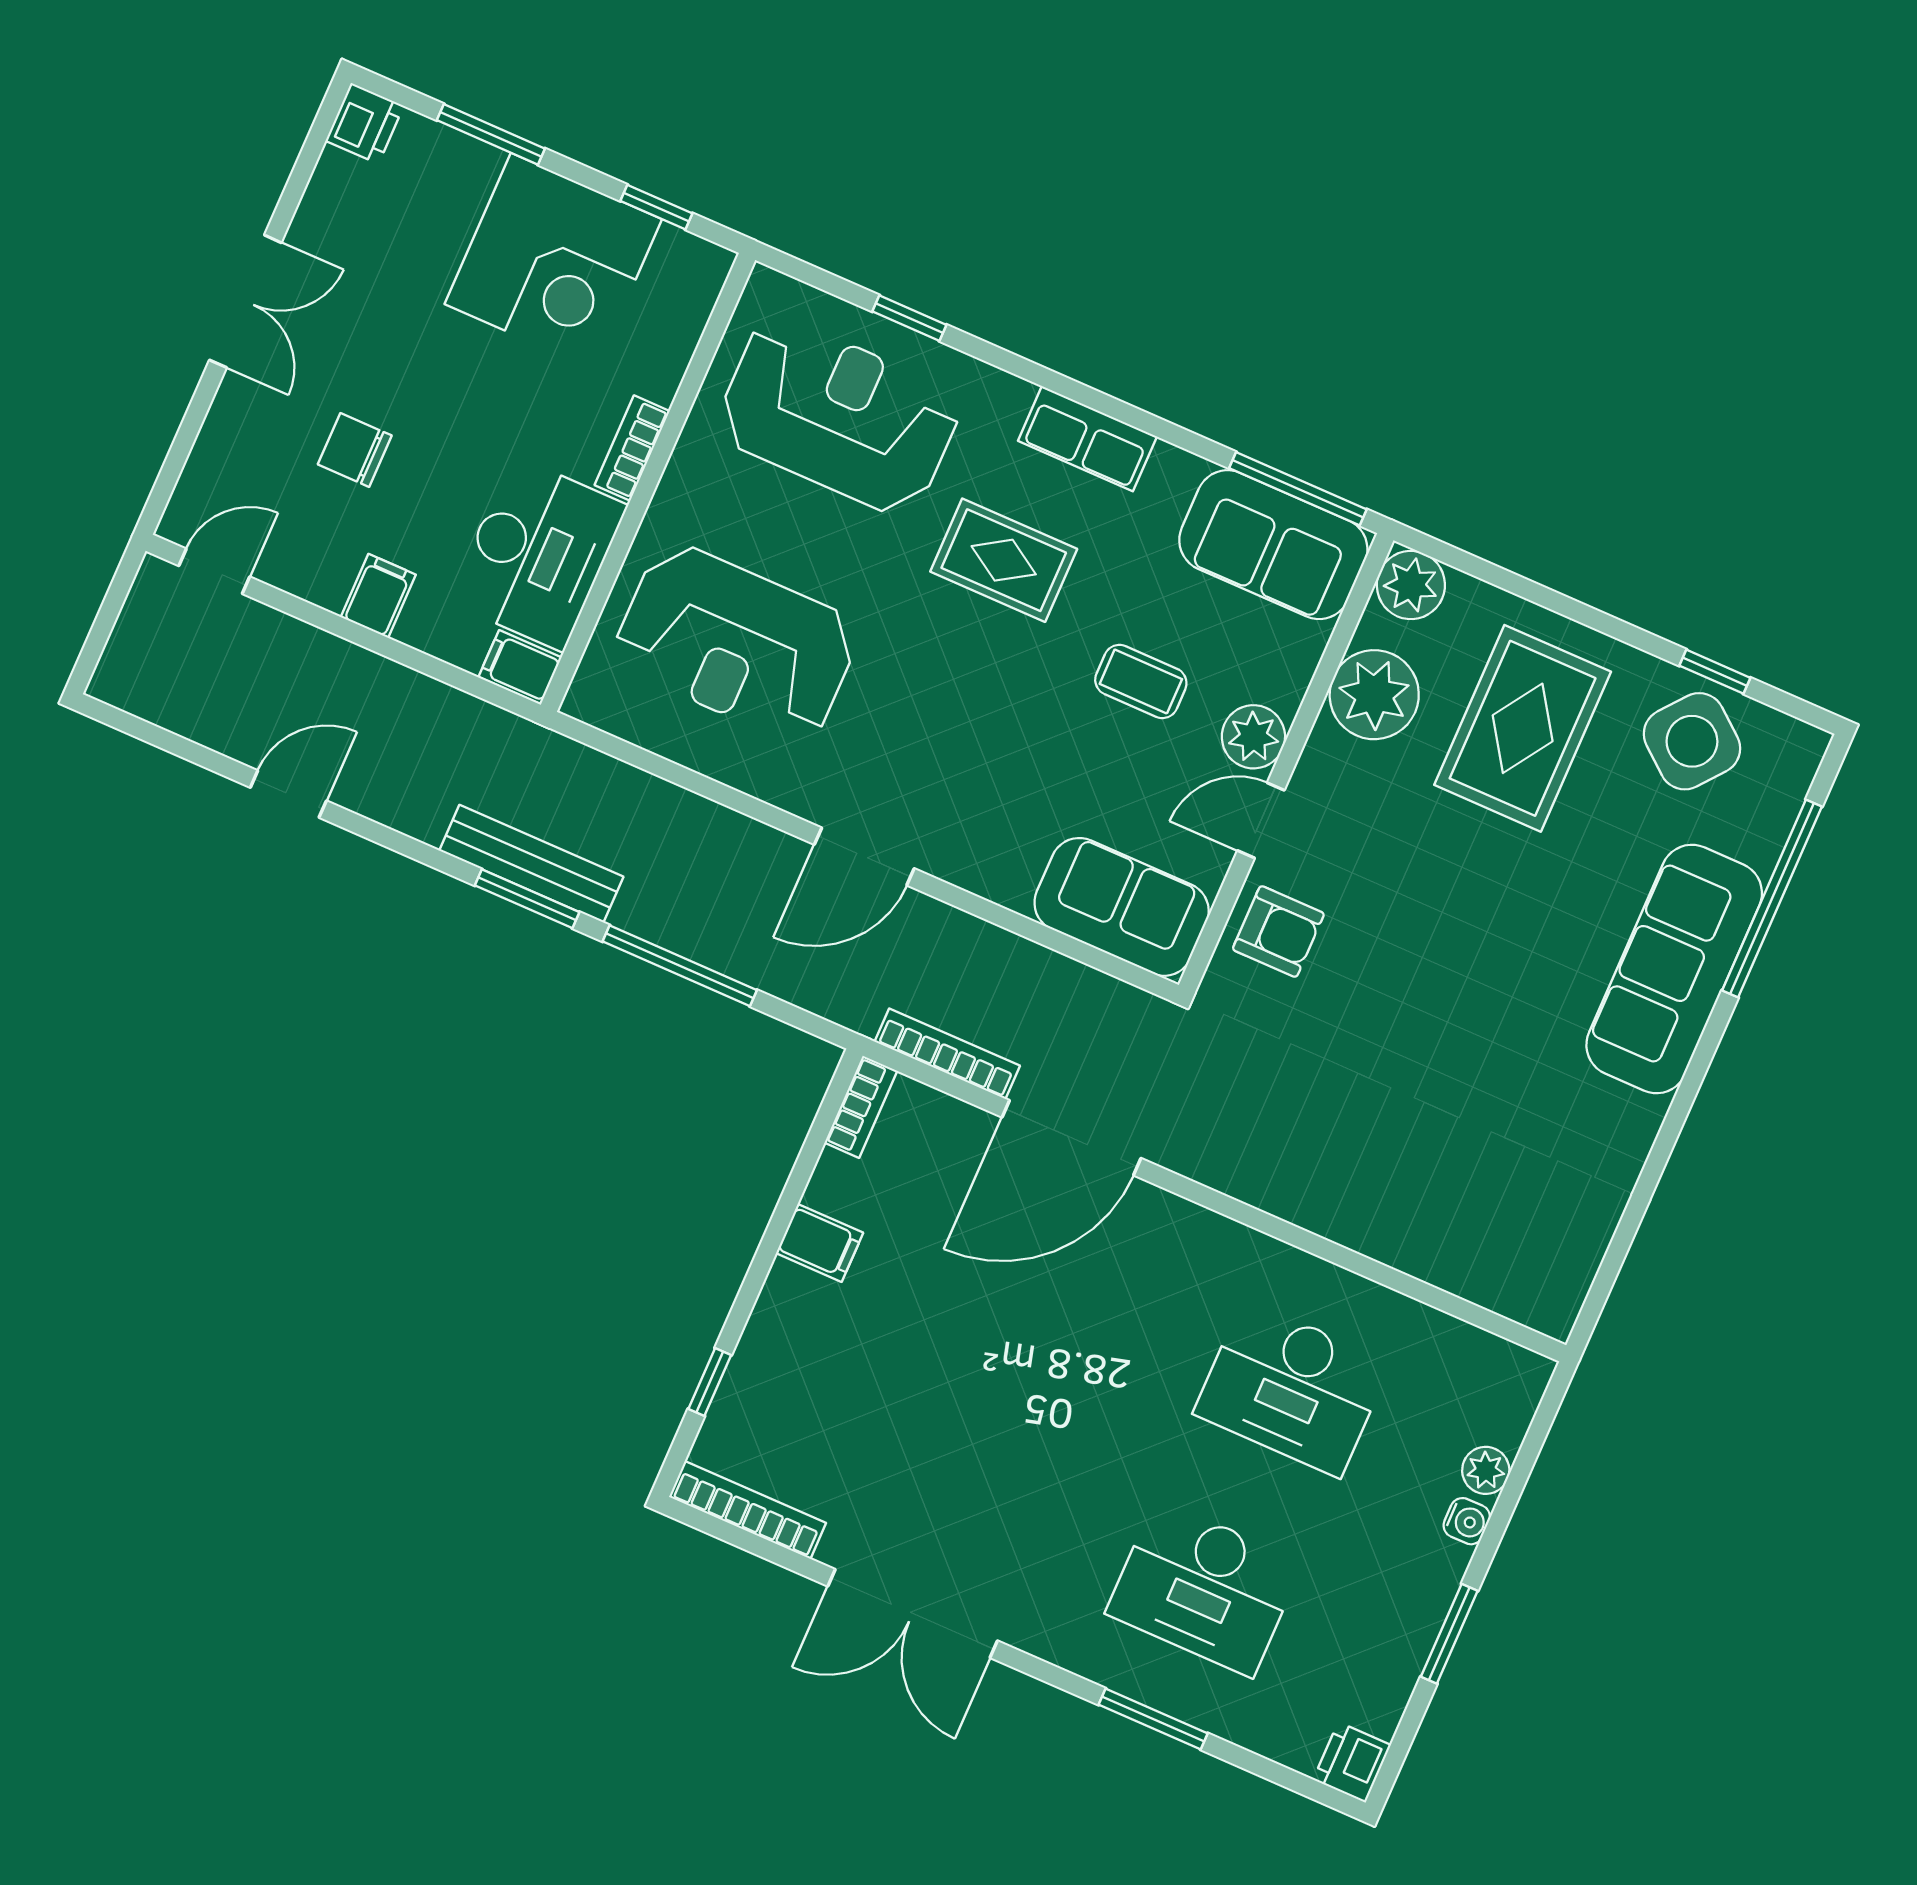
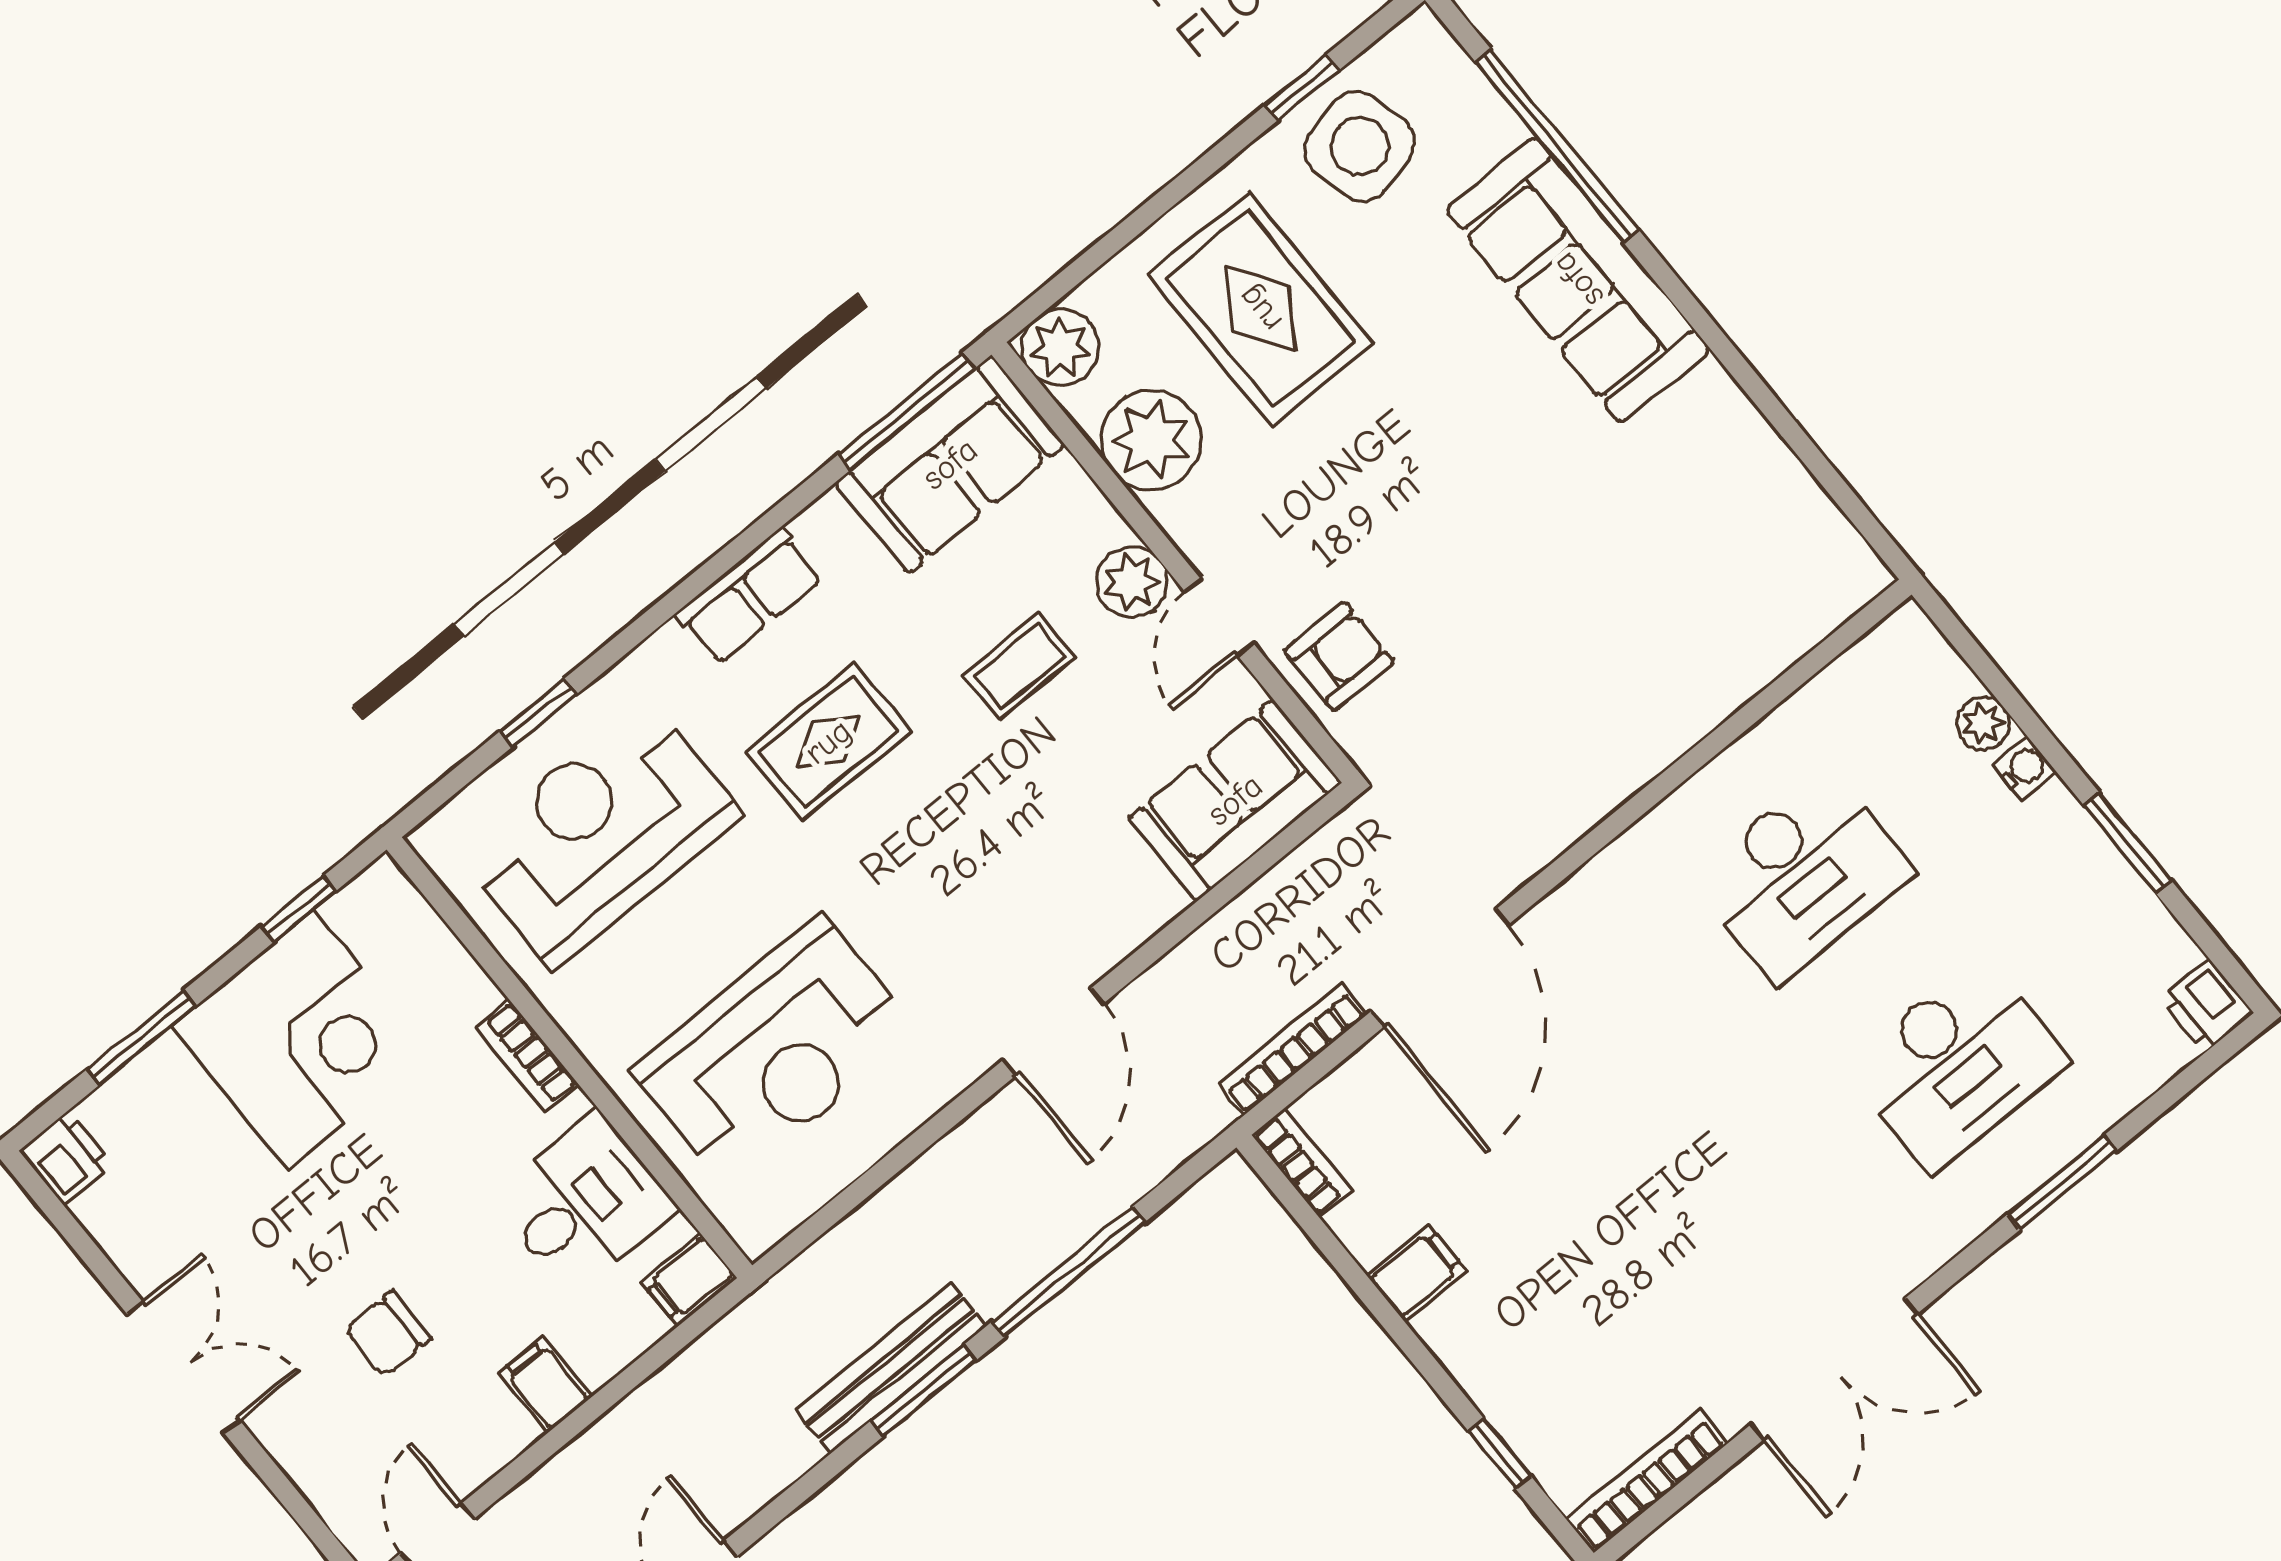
desk: (538, 554) -> (584, 1204), width x0.73
side table: (1692, 741) -> (1360, 146), turned 38

